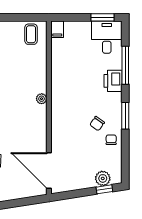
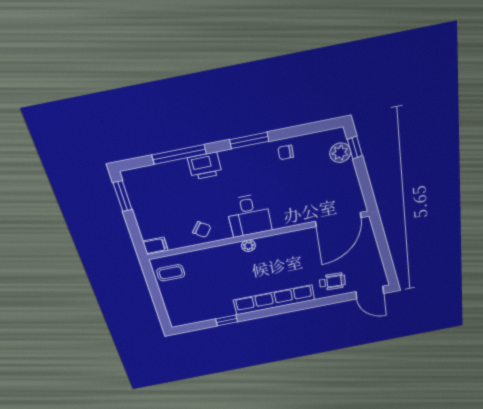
desk: (107, 37) -> (249, 216), moved, turned -90
chair: (97, 124) -> (202, 230), moved

